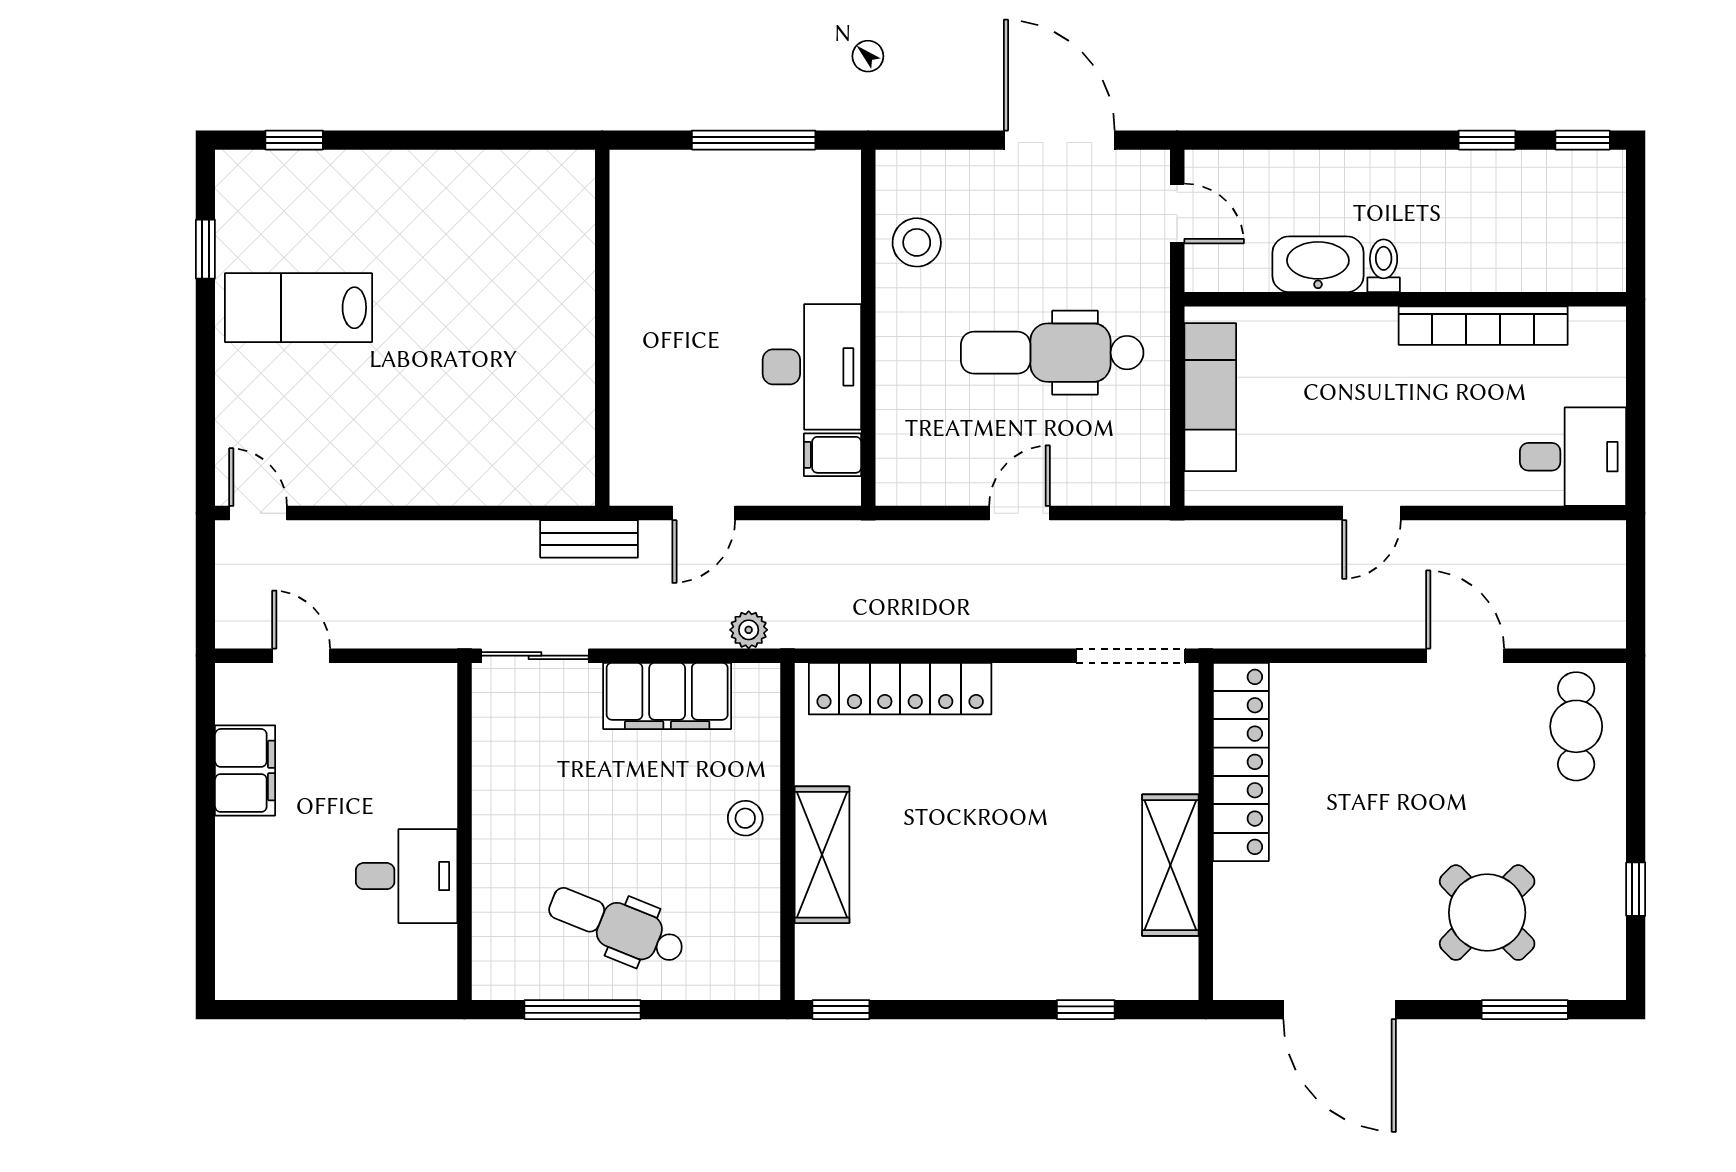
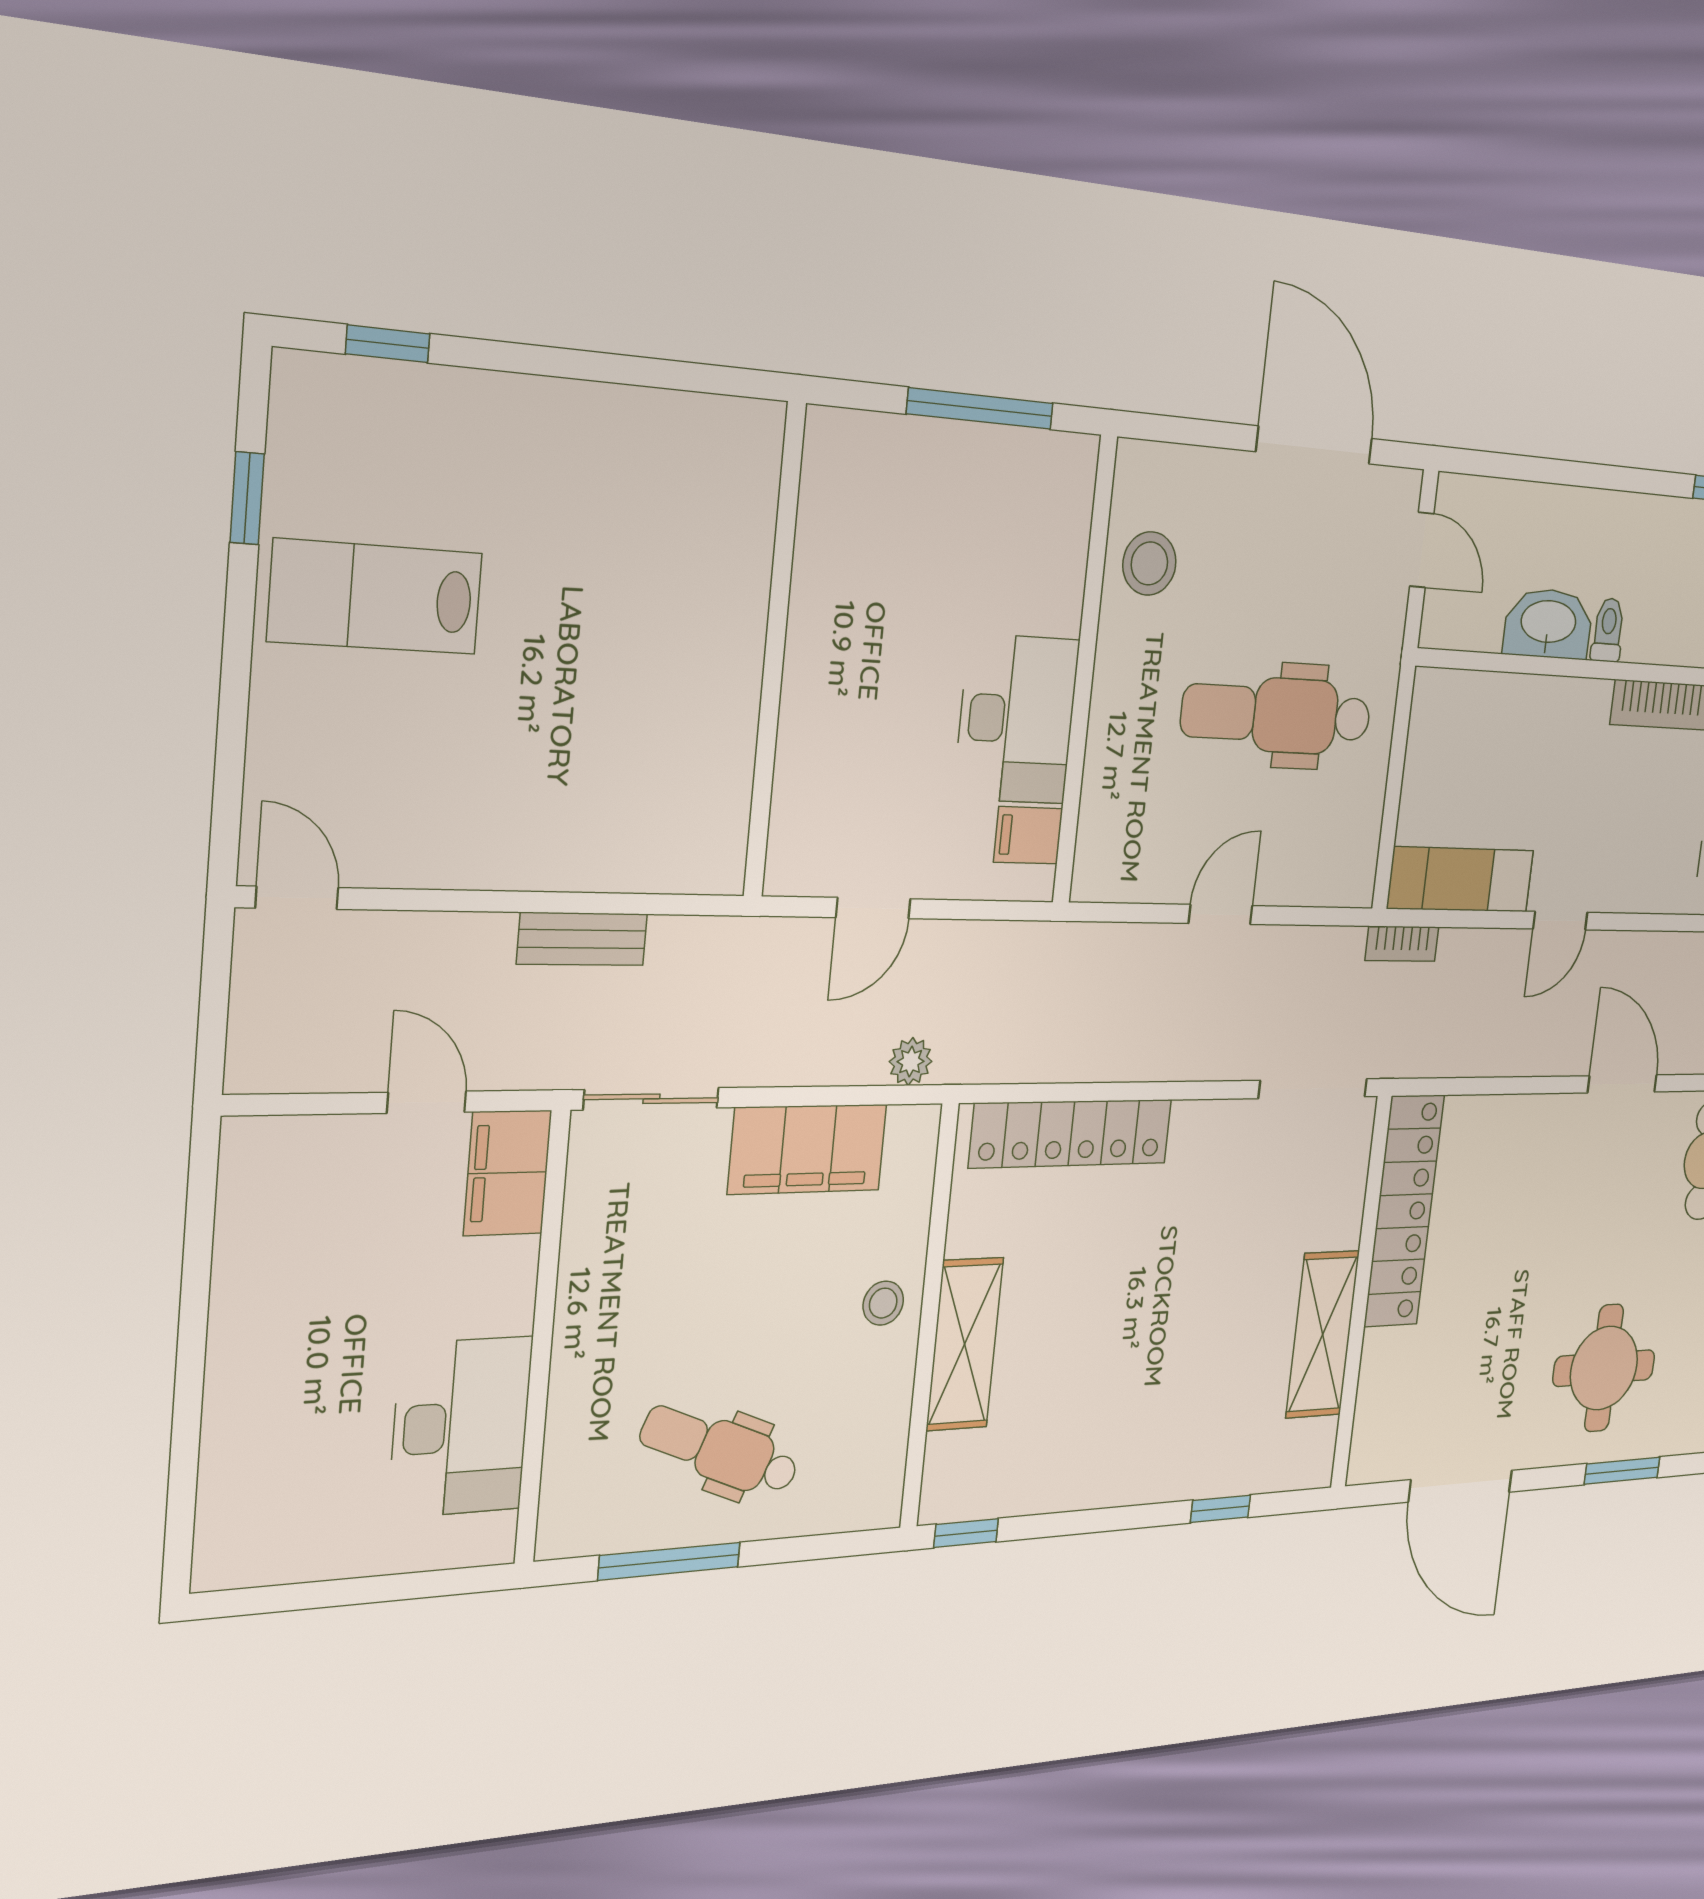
exam couch: (1210, 397) -> (1461, 879), moved, turned -90
bookcase: (1205, 535) -> (1402, 944), added
bench: (589, 539) -> (582, 939), moved
door: (301, 656) -> (427, 1102), moved
filing cabinet: (245, 770) -> (508, 1173), moved, turned 180
desk: (407, 876) -> (461, 1427), width x1.37
round table: (1487, 913) -> (1604, 1368), turned 45

